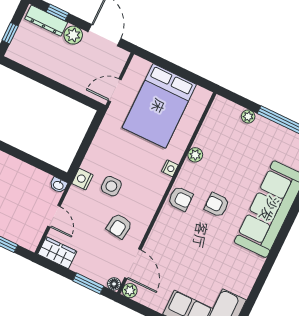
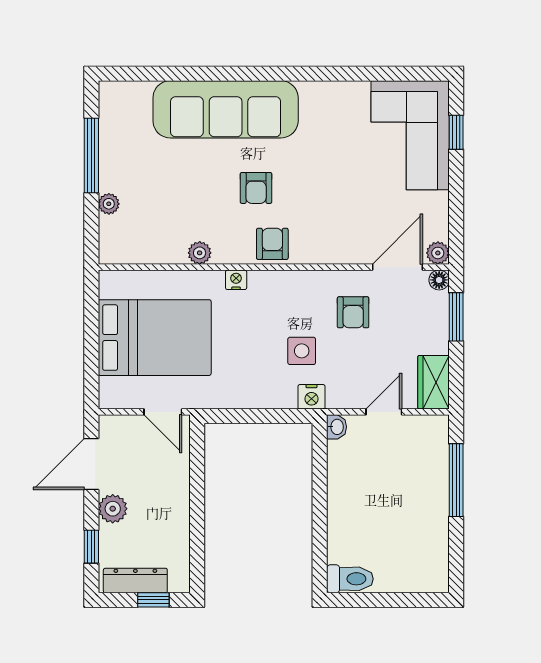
dresser: (46, 21) -> (135, 581), moved, turned -90
armchair: (119, 226) -> (353, 312), turned 82

